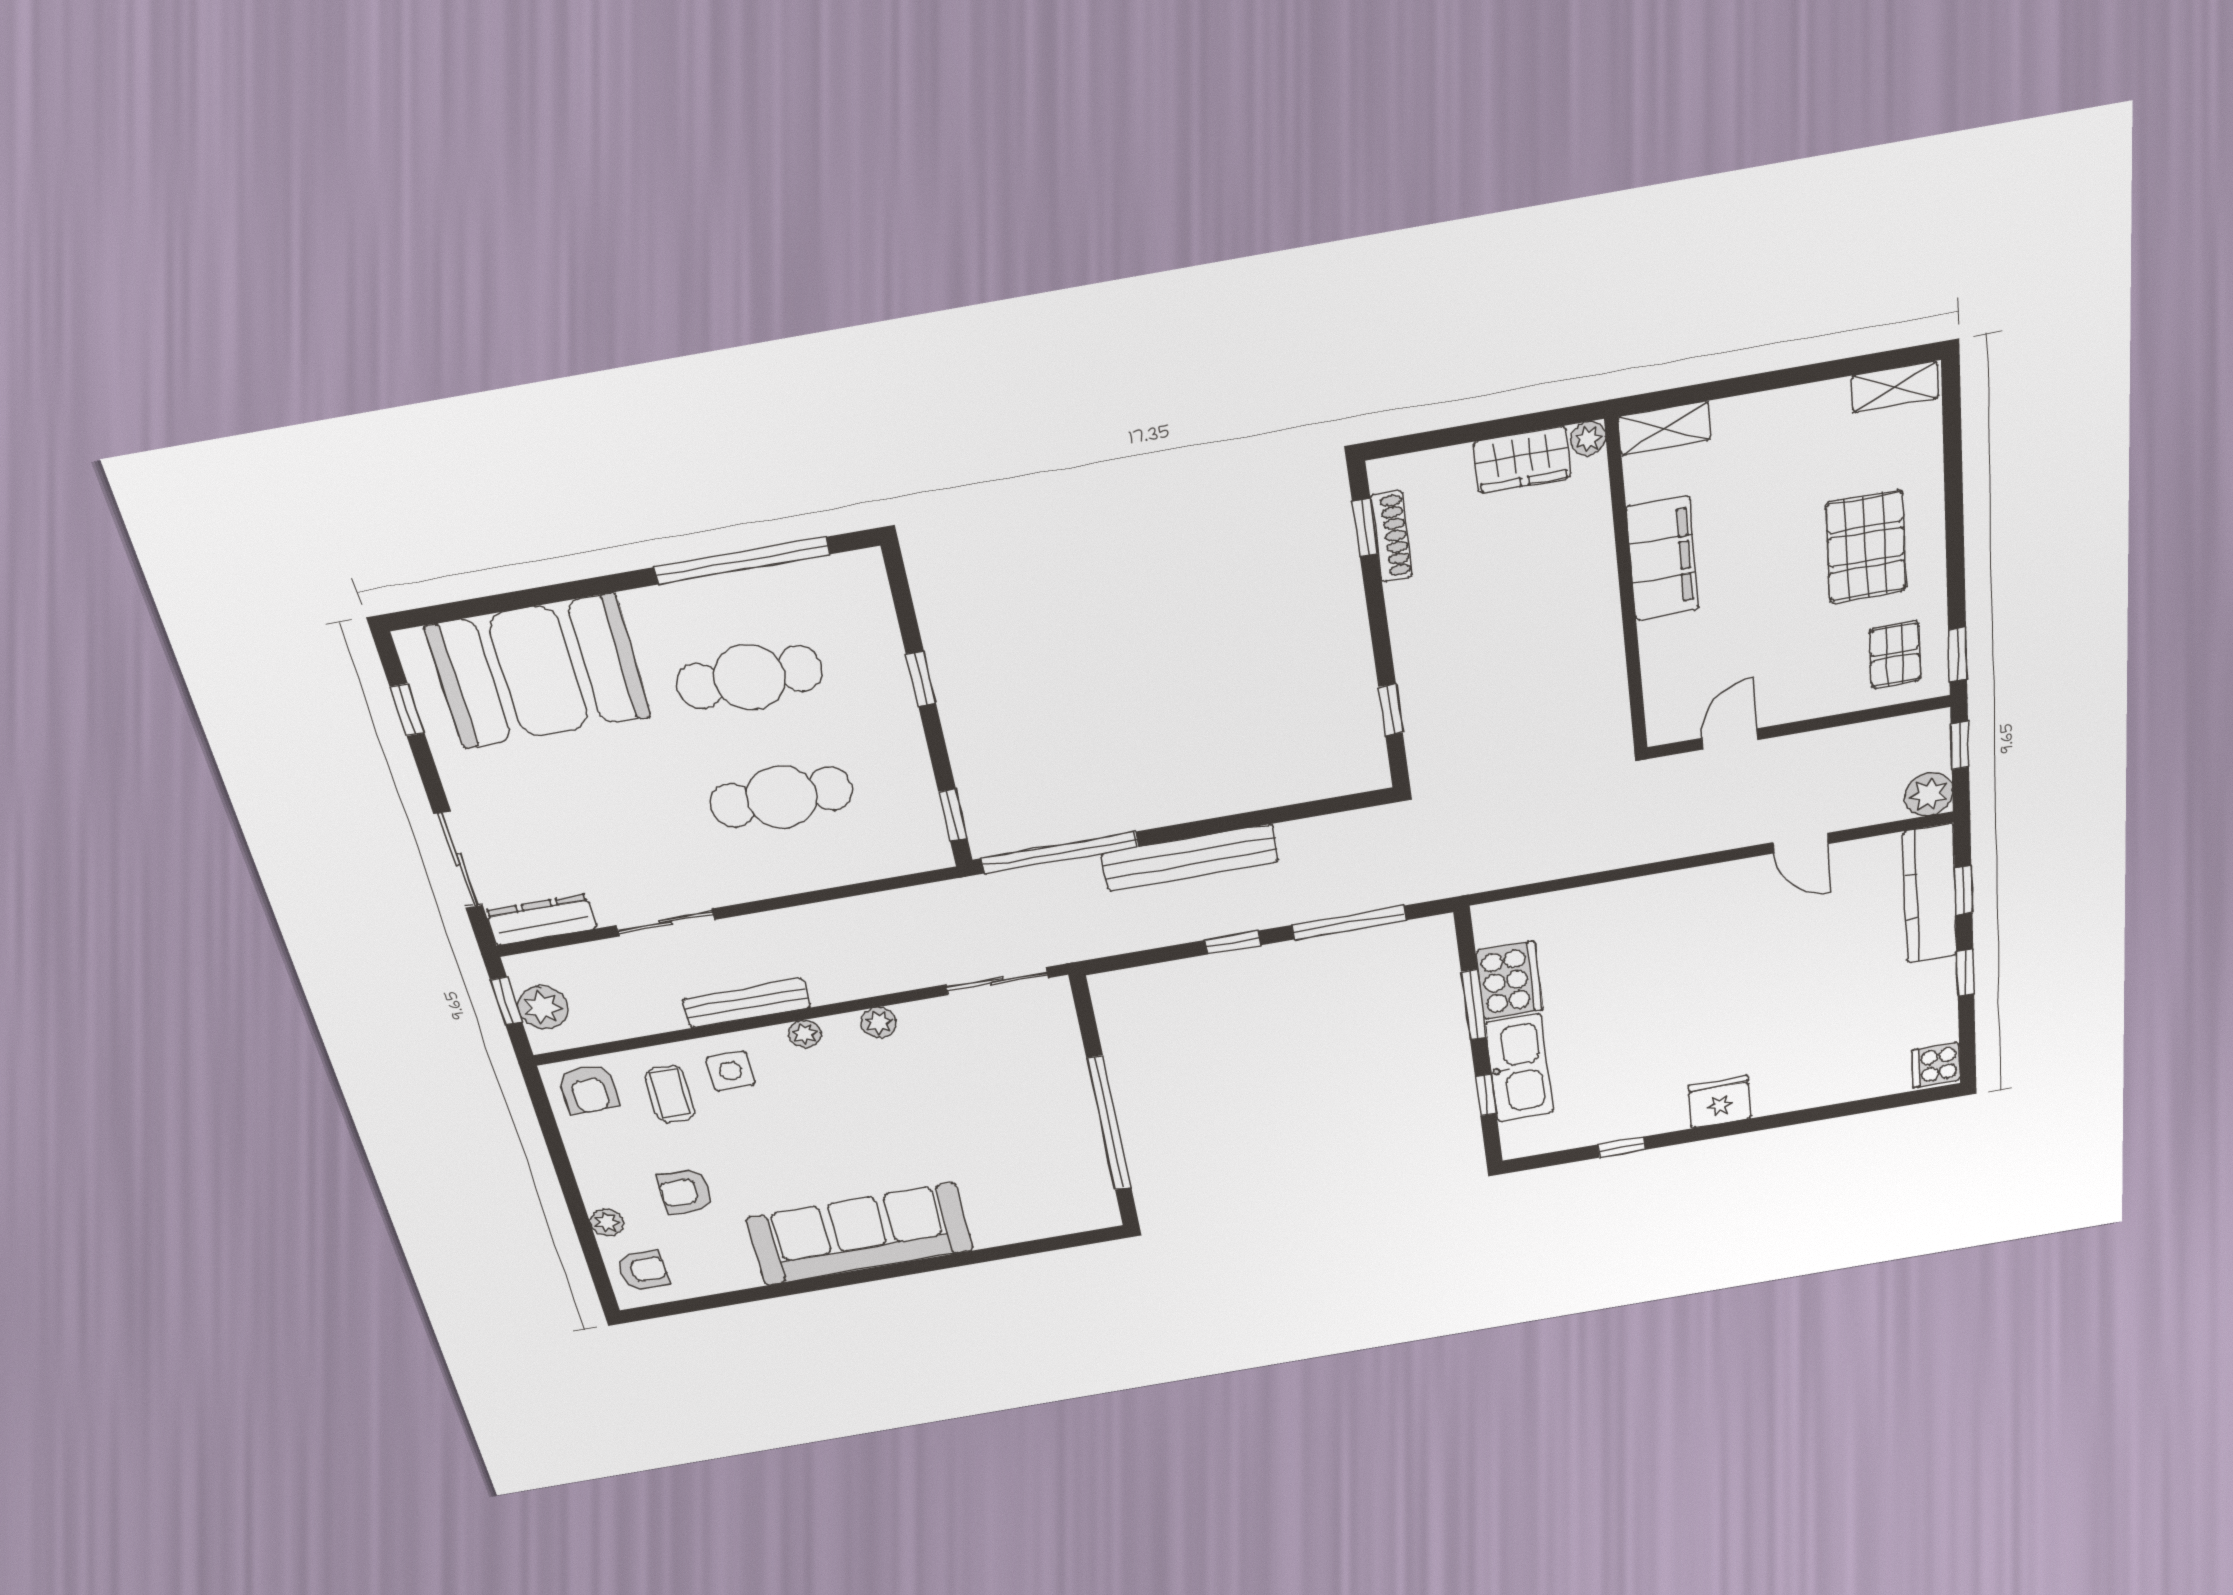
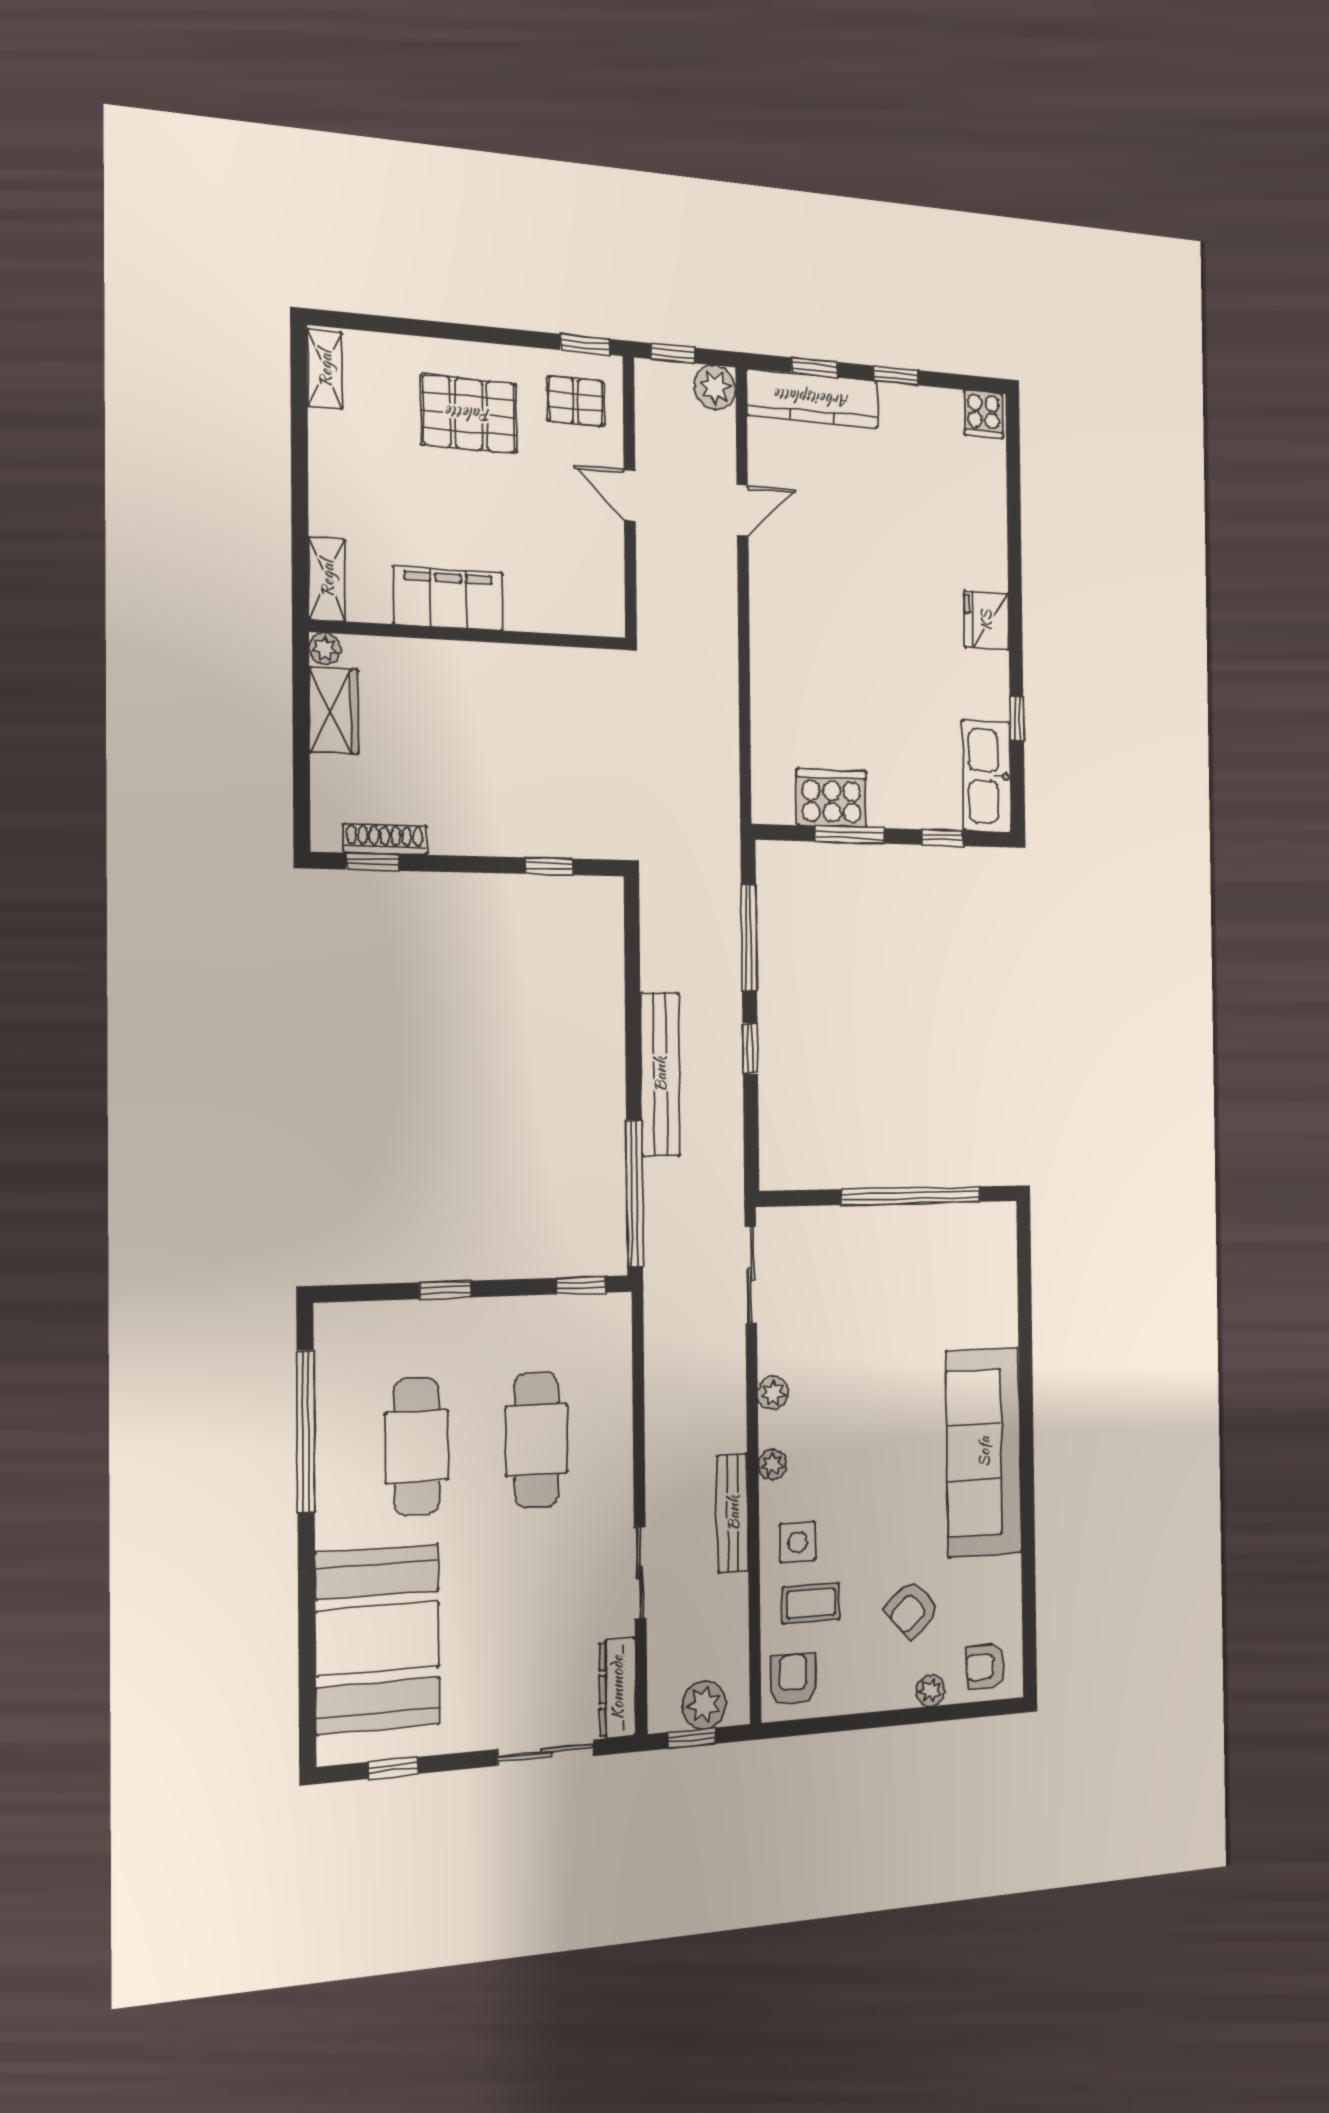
door: (1730, 739) -> (630, 495), moved
kitchen sink: (1519, 1068) -> (987, 776), moved, turned -90
armchair: (589, 1089) -> (793, 1679), turned -90
armchair: (686, 1192) -> (912, 1609), turned 48
armchair: (643, 1270) -> (985, 1667), turned -90

